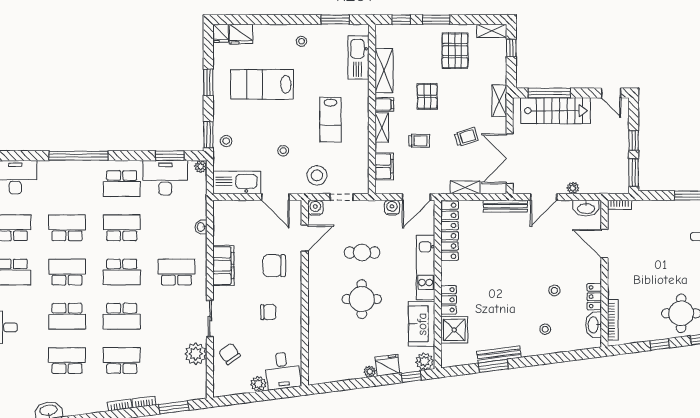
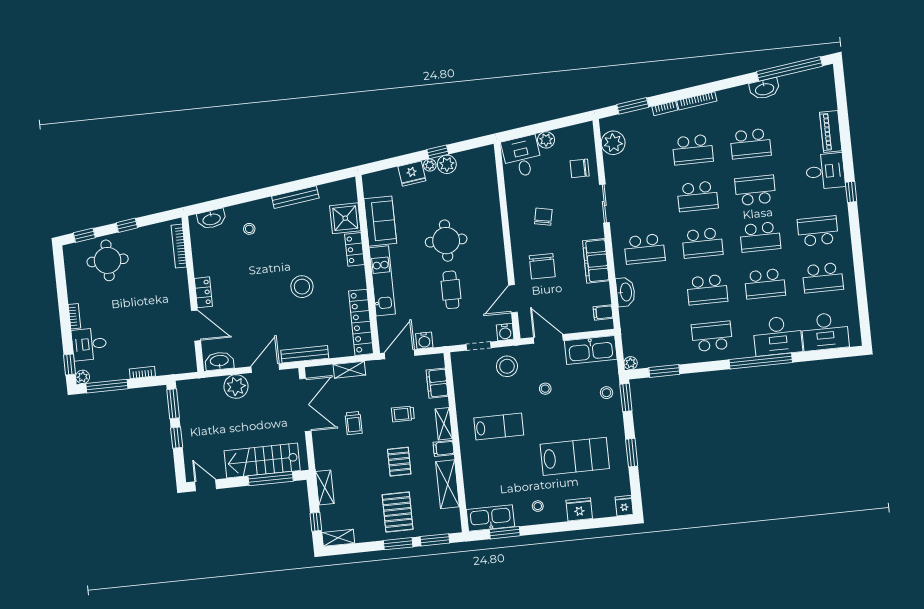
window: (401, 20) -> (435, 540), width x1.50
fridge: (241, 34) -> (579, 509), moved
pallet: (455, 51) -> (398, 512), moved
kitchen sink: (358, 58) -> (490, 518), moved, turned -90
shelving: (499, 101) -> (325, 487), moved
lab bench: (330, 120) -> (499, 427), turned 90
trolley: (466, 137) -> (354, 423), turned -73
desk: (165, 178) -> (778, 336), moved
plant: (573, 188) -> (236, 386), width x1.87, depth x1.87
bookcase: (619, 205) -> (142, 372), moved
filing cabinet: (222, 216) -> (603, 312), added
washbasin: (201, 227) -> (625, 292), width x1.91, depth x1.45
cafe table: (362, 252) -> (451, 290), turned 90
chair: (274, 266) -> (542, 266), turned 90
school desk: (122, 272) -> (702, 243), turned 180
stool: (554, 290) -> (302, 287), moved, width x1.89, depth x1.89
locker: (594, 297) -> (203, 292), moved
chair: (268, 312) -> (543, 217), turned 101
school desk: (122, 316) -> (698, 196), turned 180
washbasin: (594, 325) -> (212, 219), moved, turned 83
plant: (196, 354) -> (613, 143), moved
chair: (230, 354) -> (580, 168), turned 126
plant: (424, 361) -> (447, 164), moved
window: (493, 366) -> (300, 184), removed
window: (411, 377) -> (438, 152), moved
bookcase: (120, 405) -> (697, 101), width x1.56

